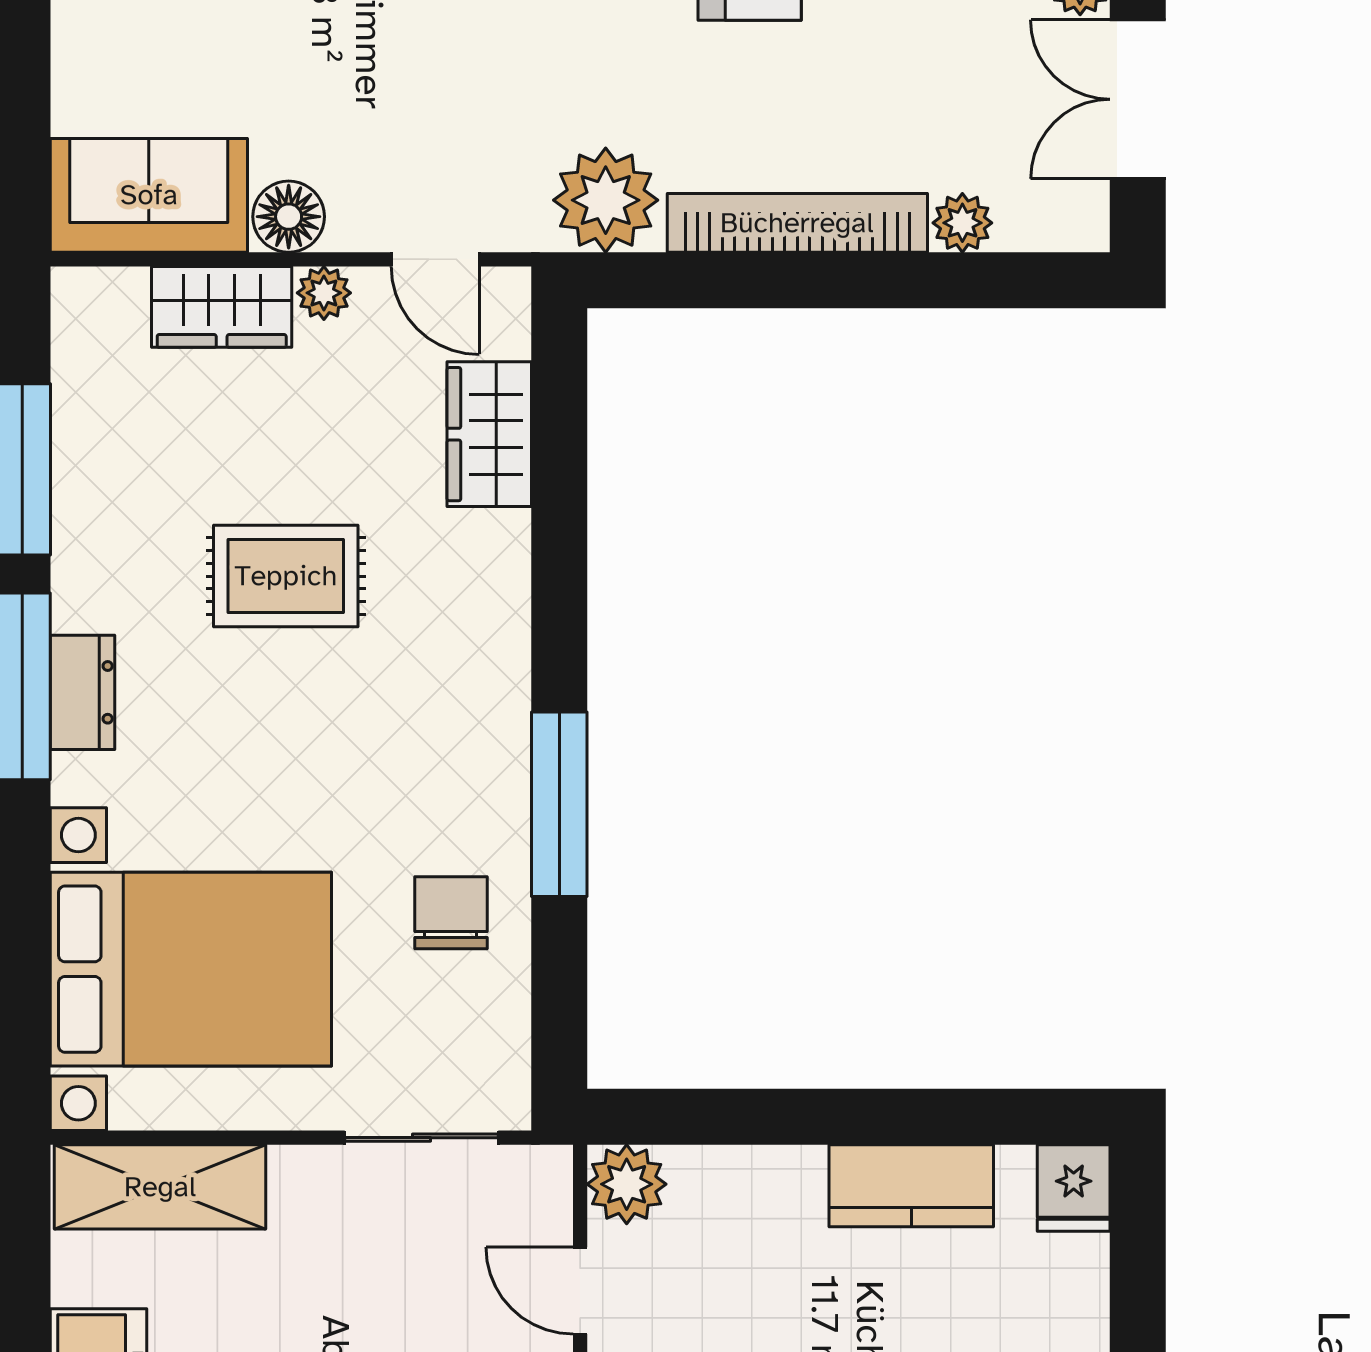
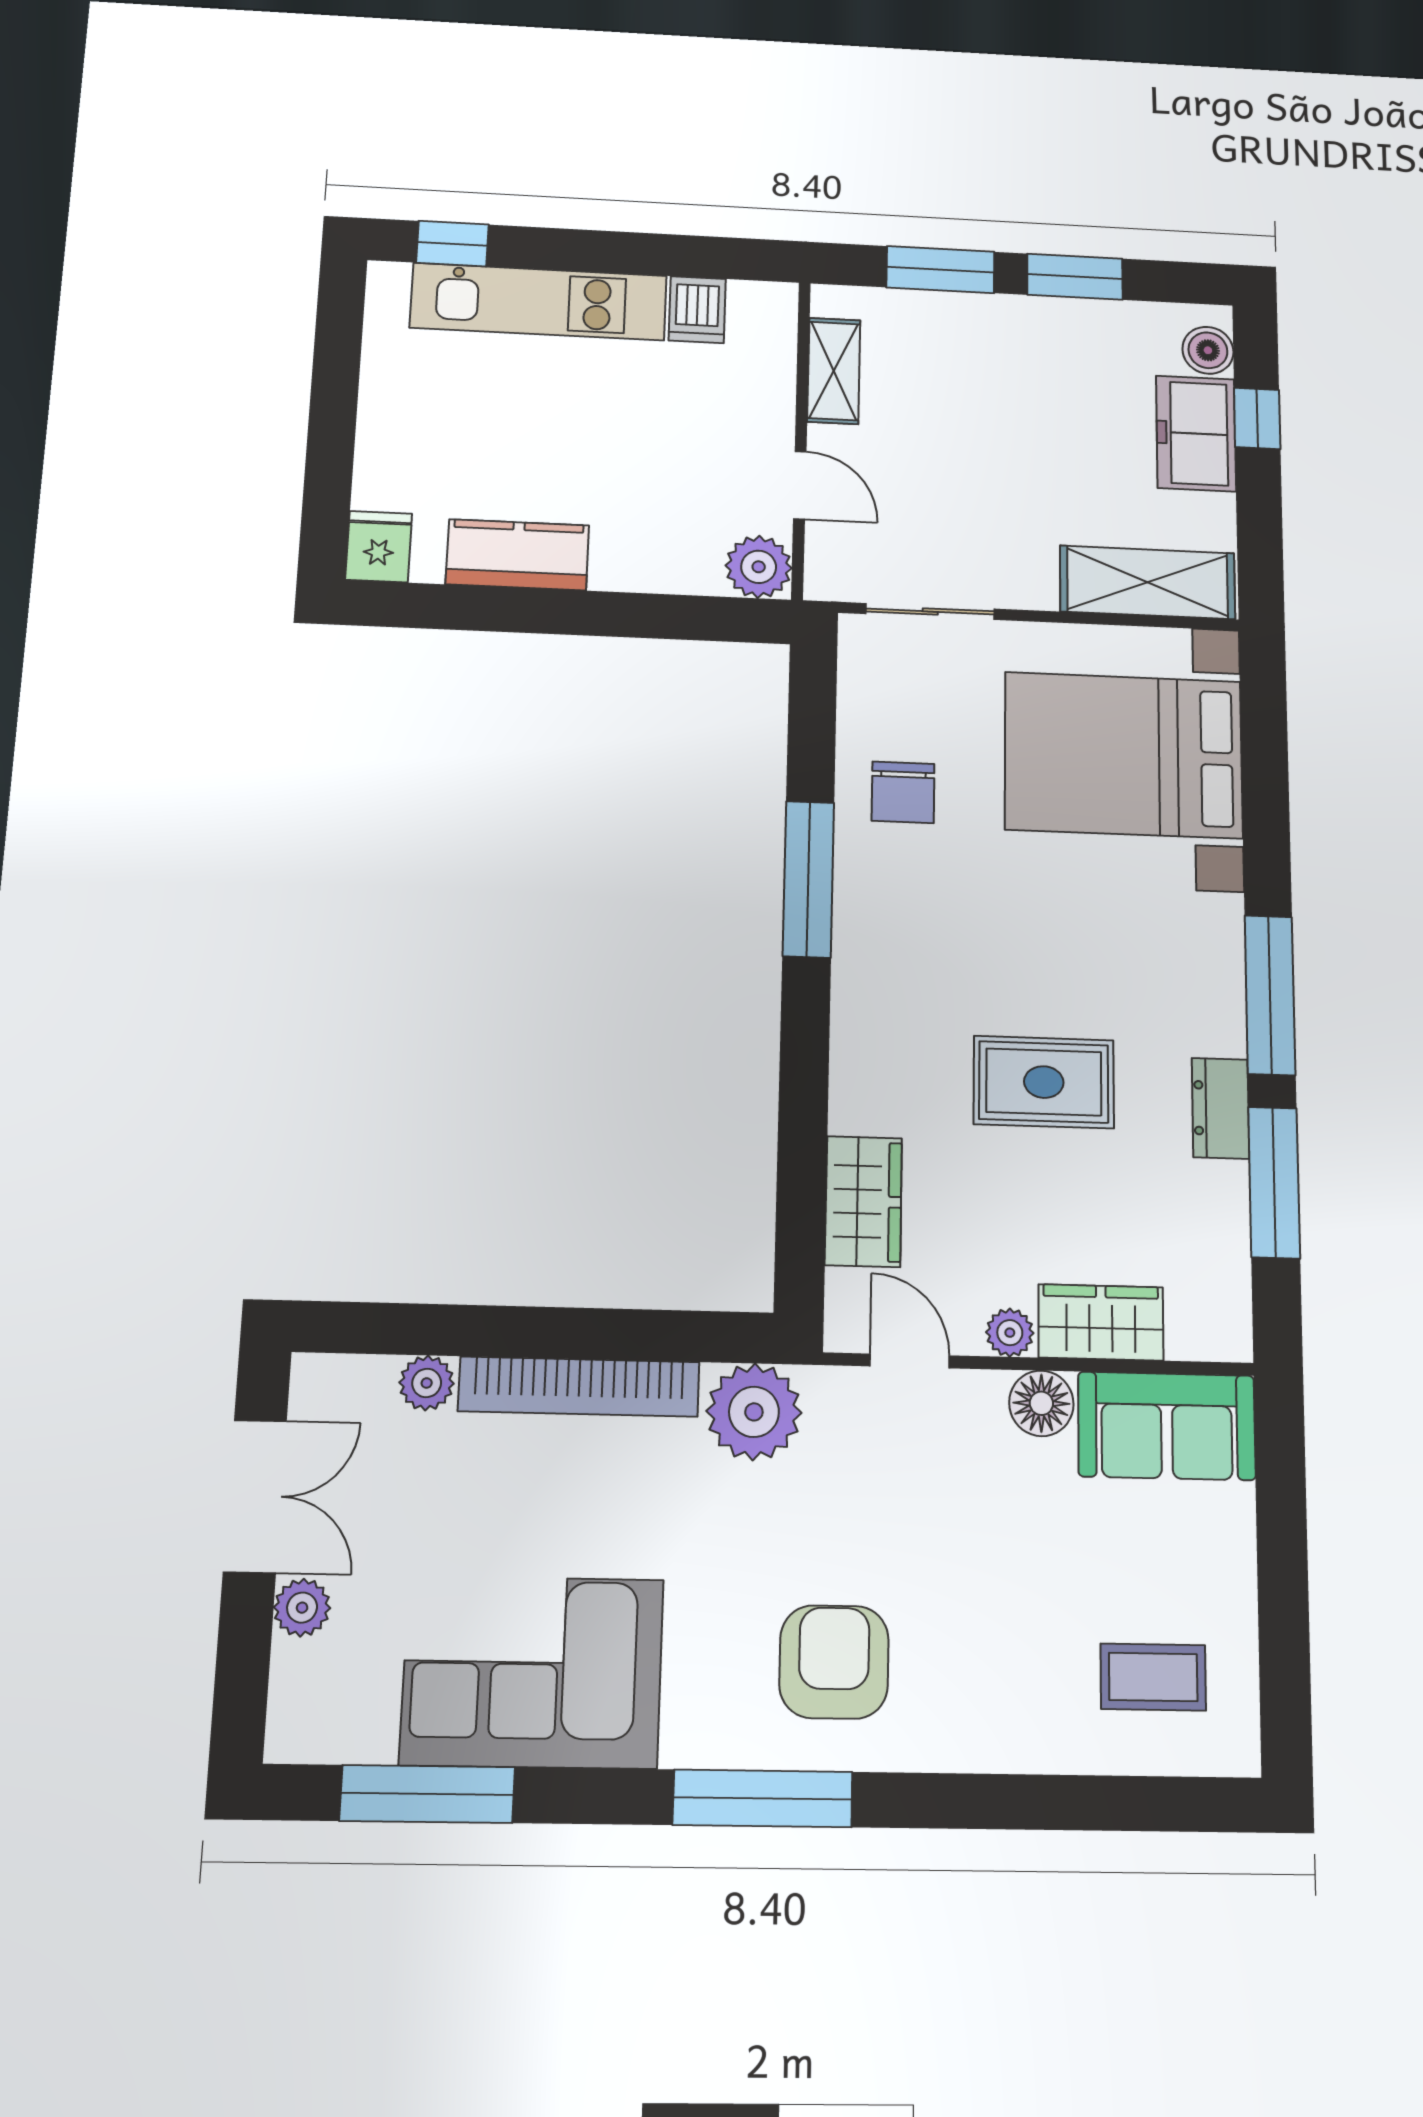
dresser: (83, 692) -> (1220, 1108), moved

